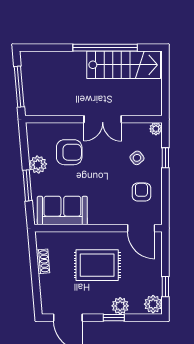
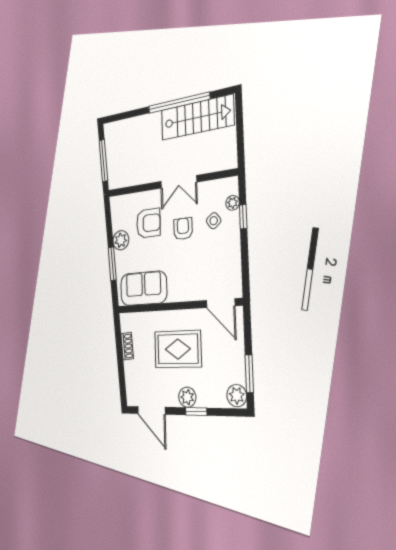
plant: (156, 129) -> (233, 203), moved
armchair: (141, 192) -> (183, 229), moved
window: (165, 287) -> (249, 374), width x1.50
plant: (120, 306) -> (187, 397), moved

